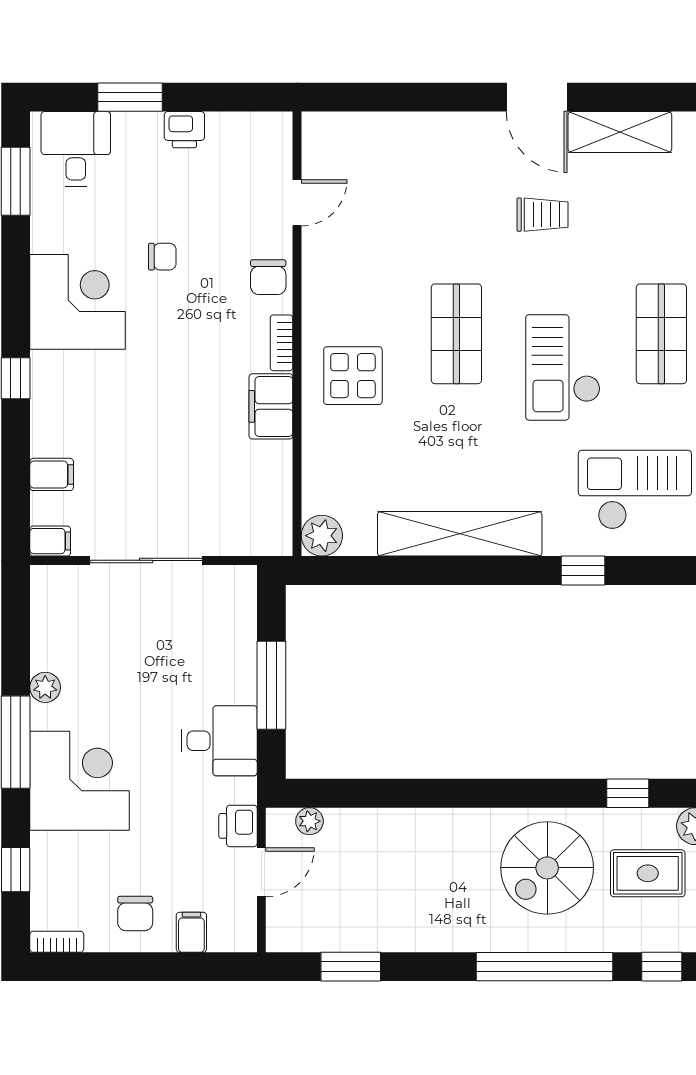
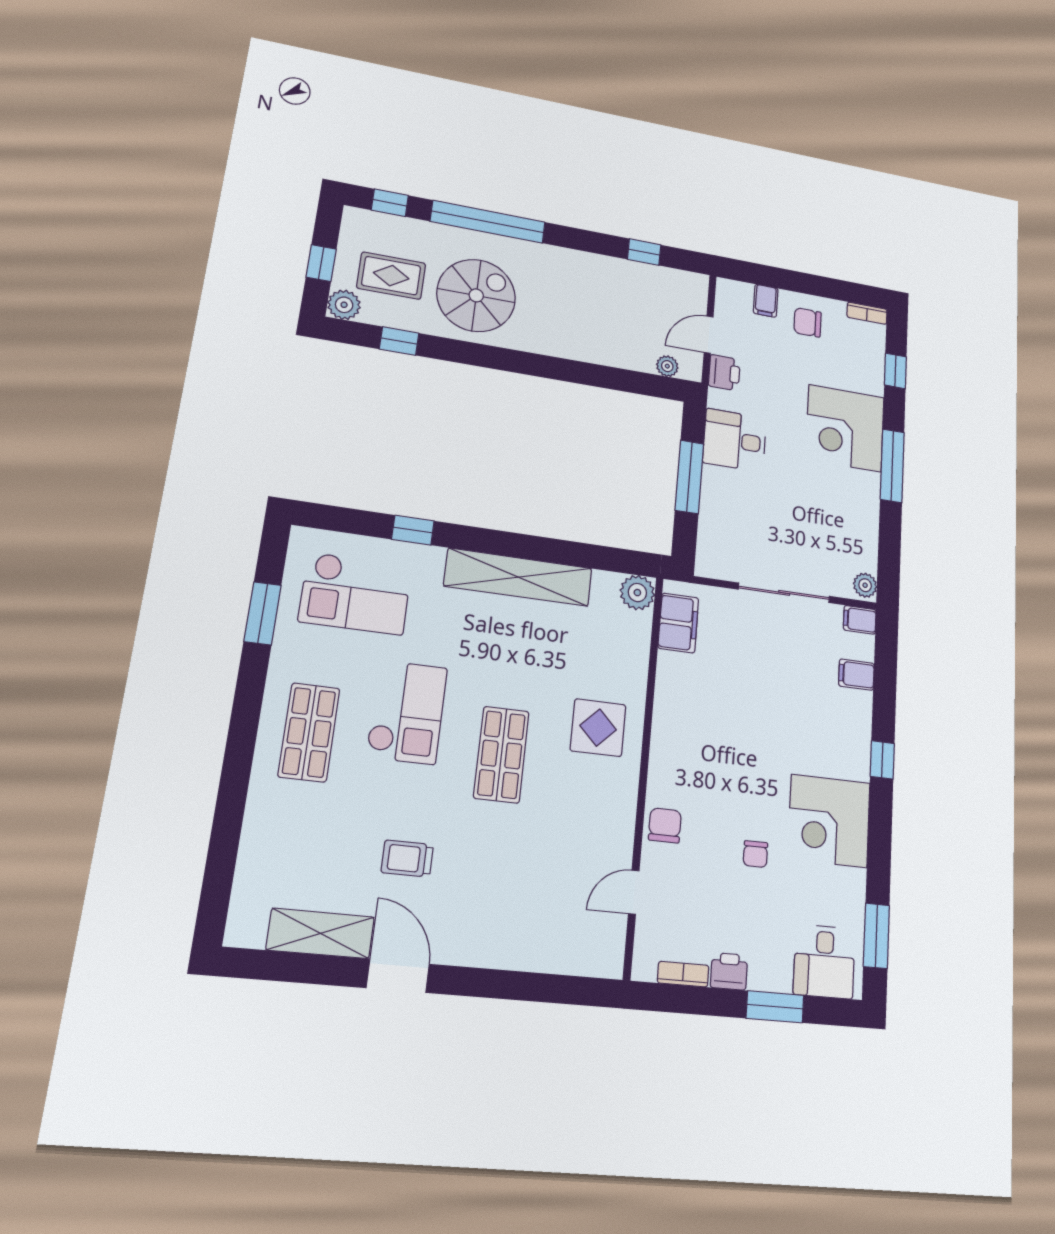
chair: (162, 257) -> (755, 854), turned -90
bookcase: (282, 343) -> (683, 974), moved, turned -90
filing cabinet: (271, 406) -> (678, 623), moved
plant: (45, 687) -> (865, 585), moved
chair: (135, 914) -> (808, 322), turned -90
window: (351, 967) -> (644, 252), width x0.67

